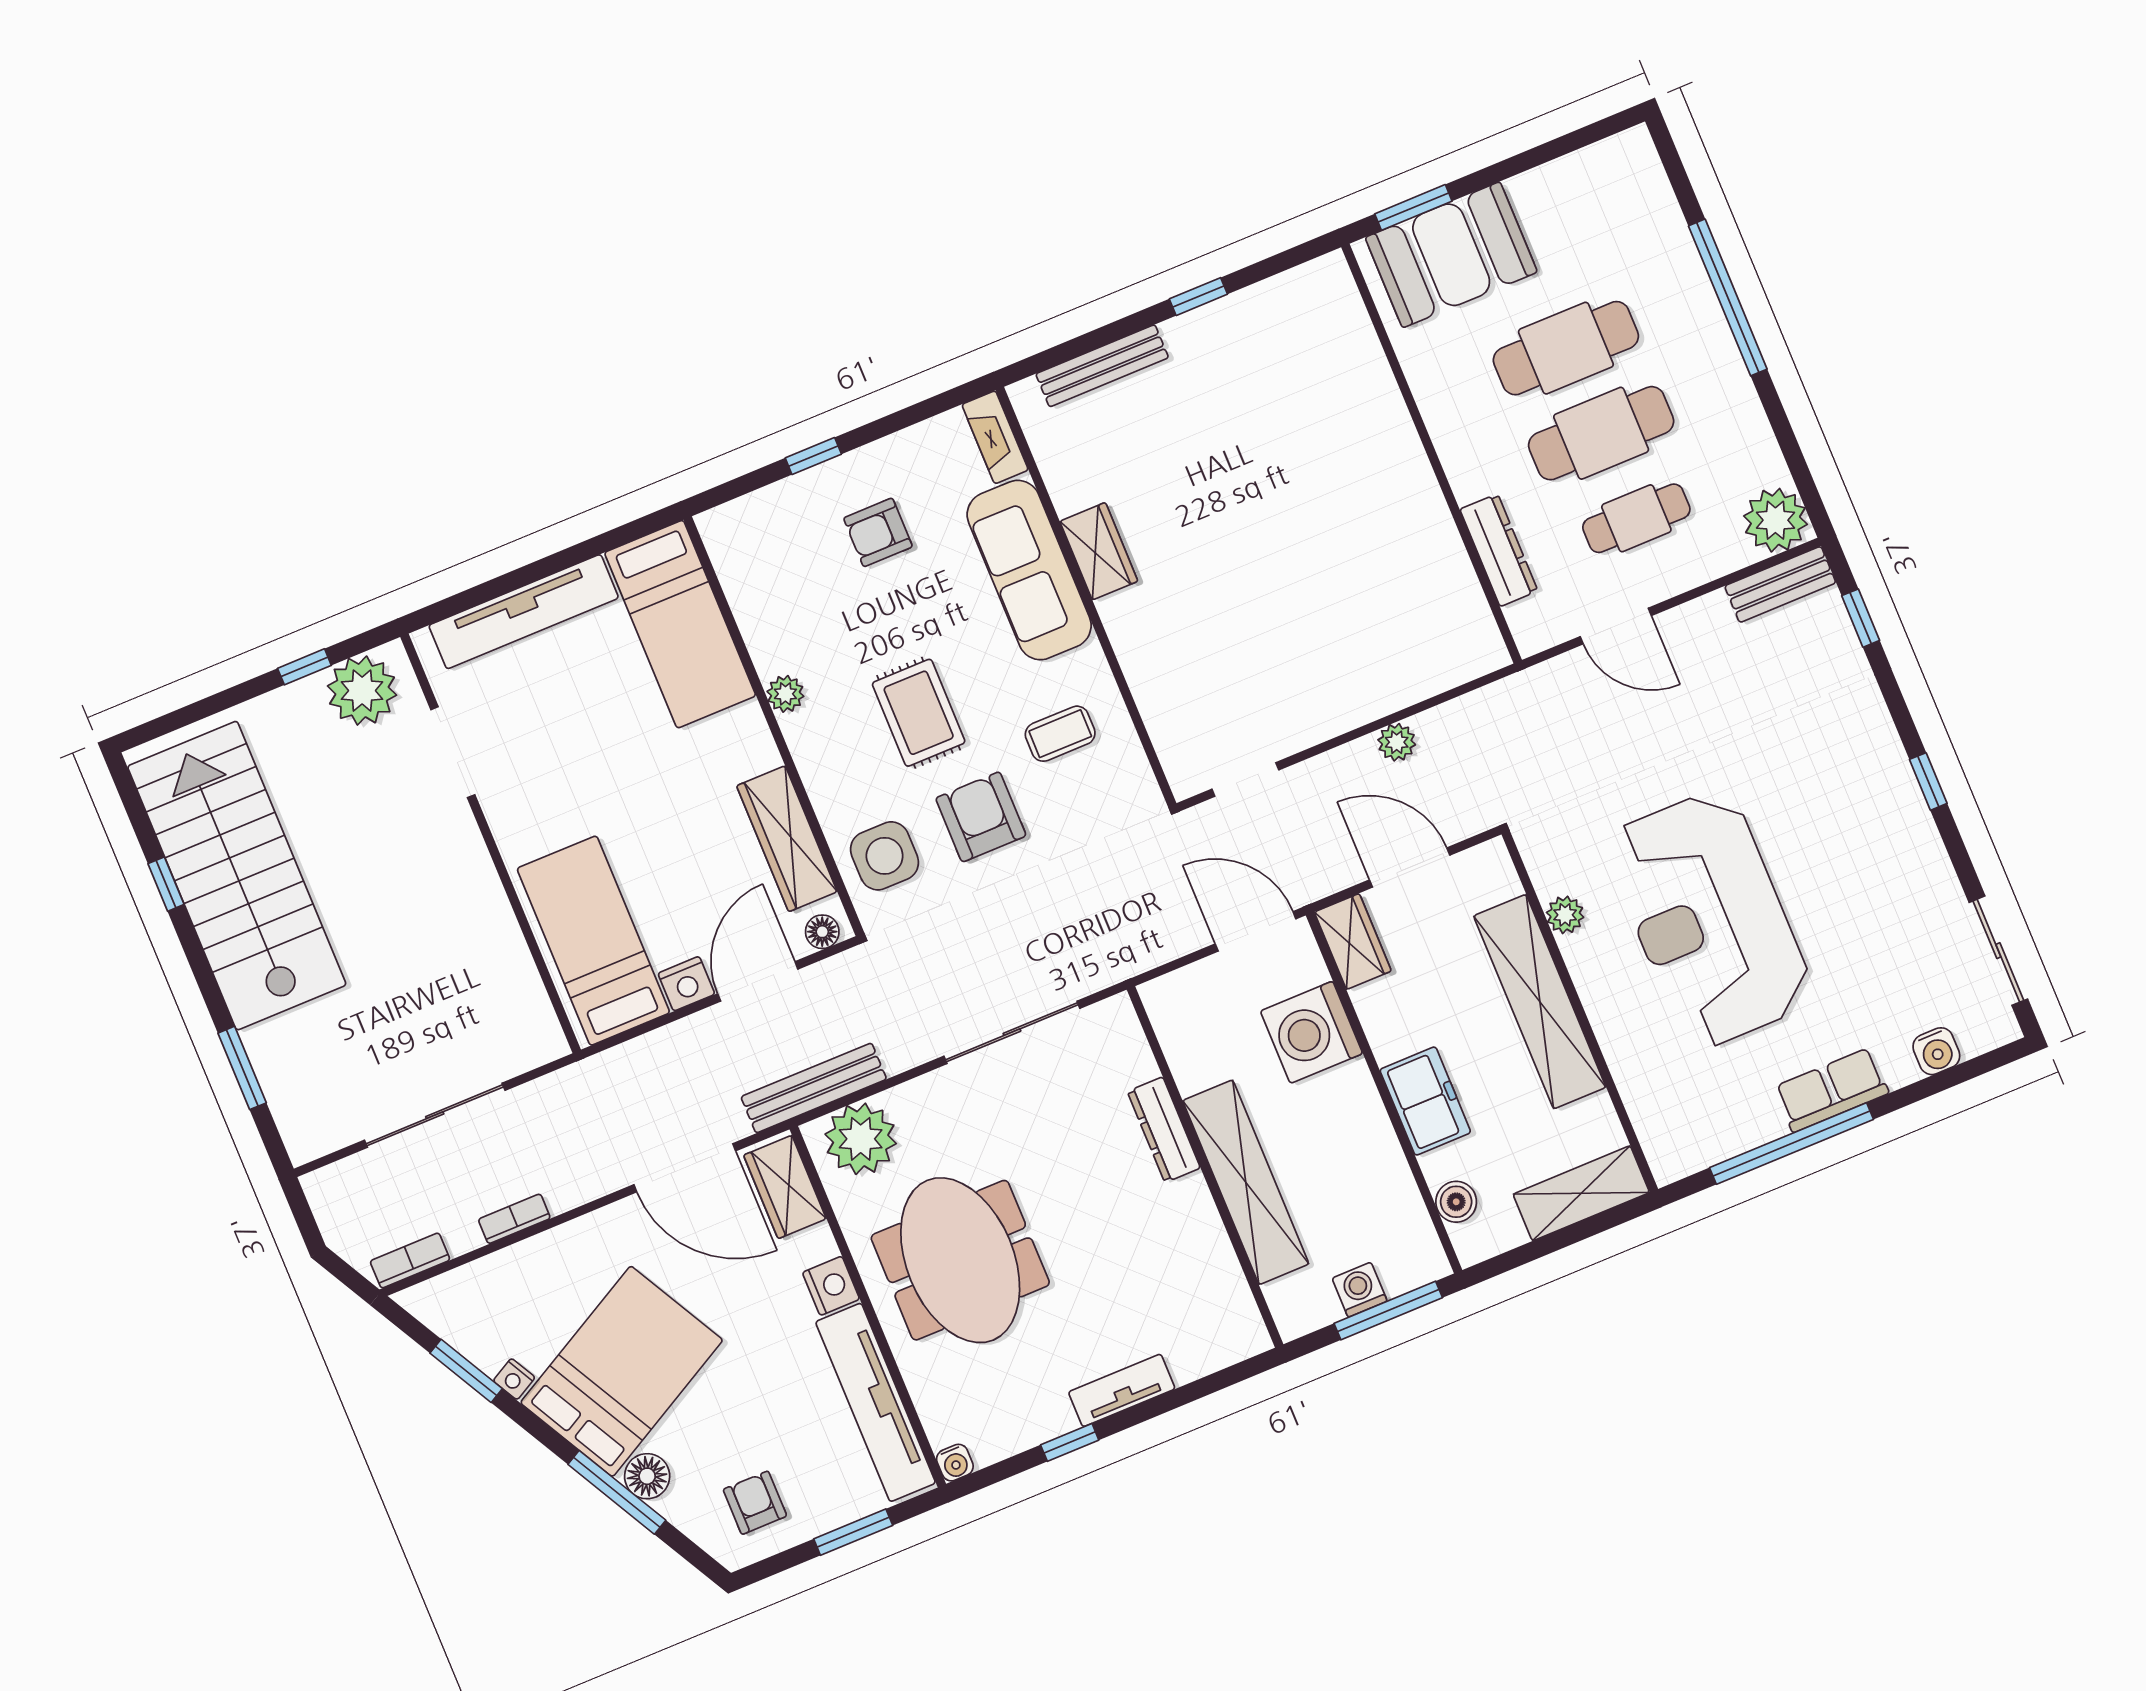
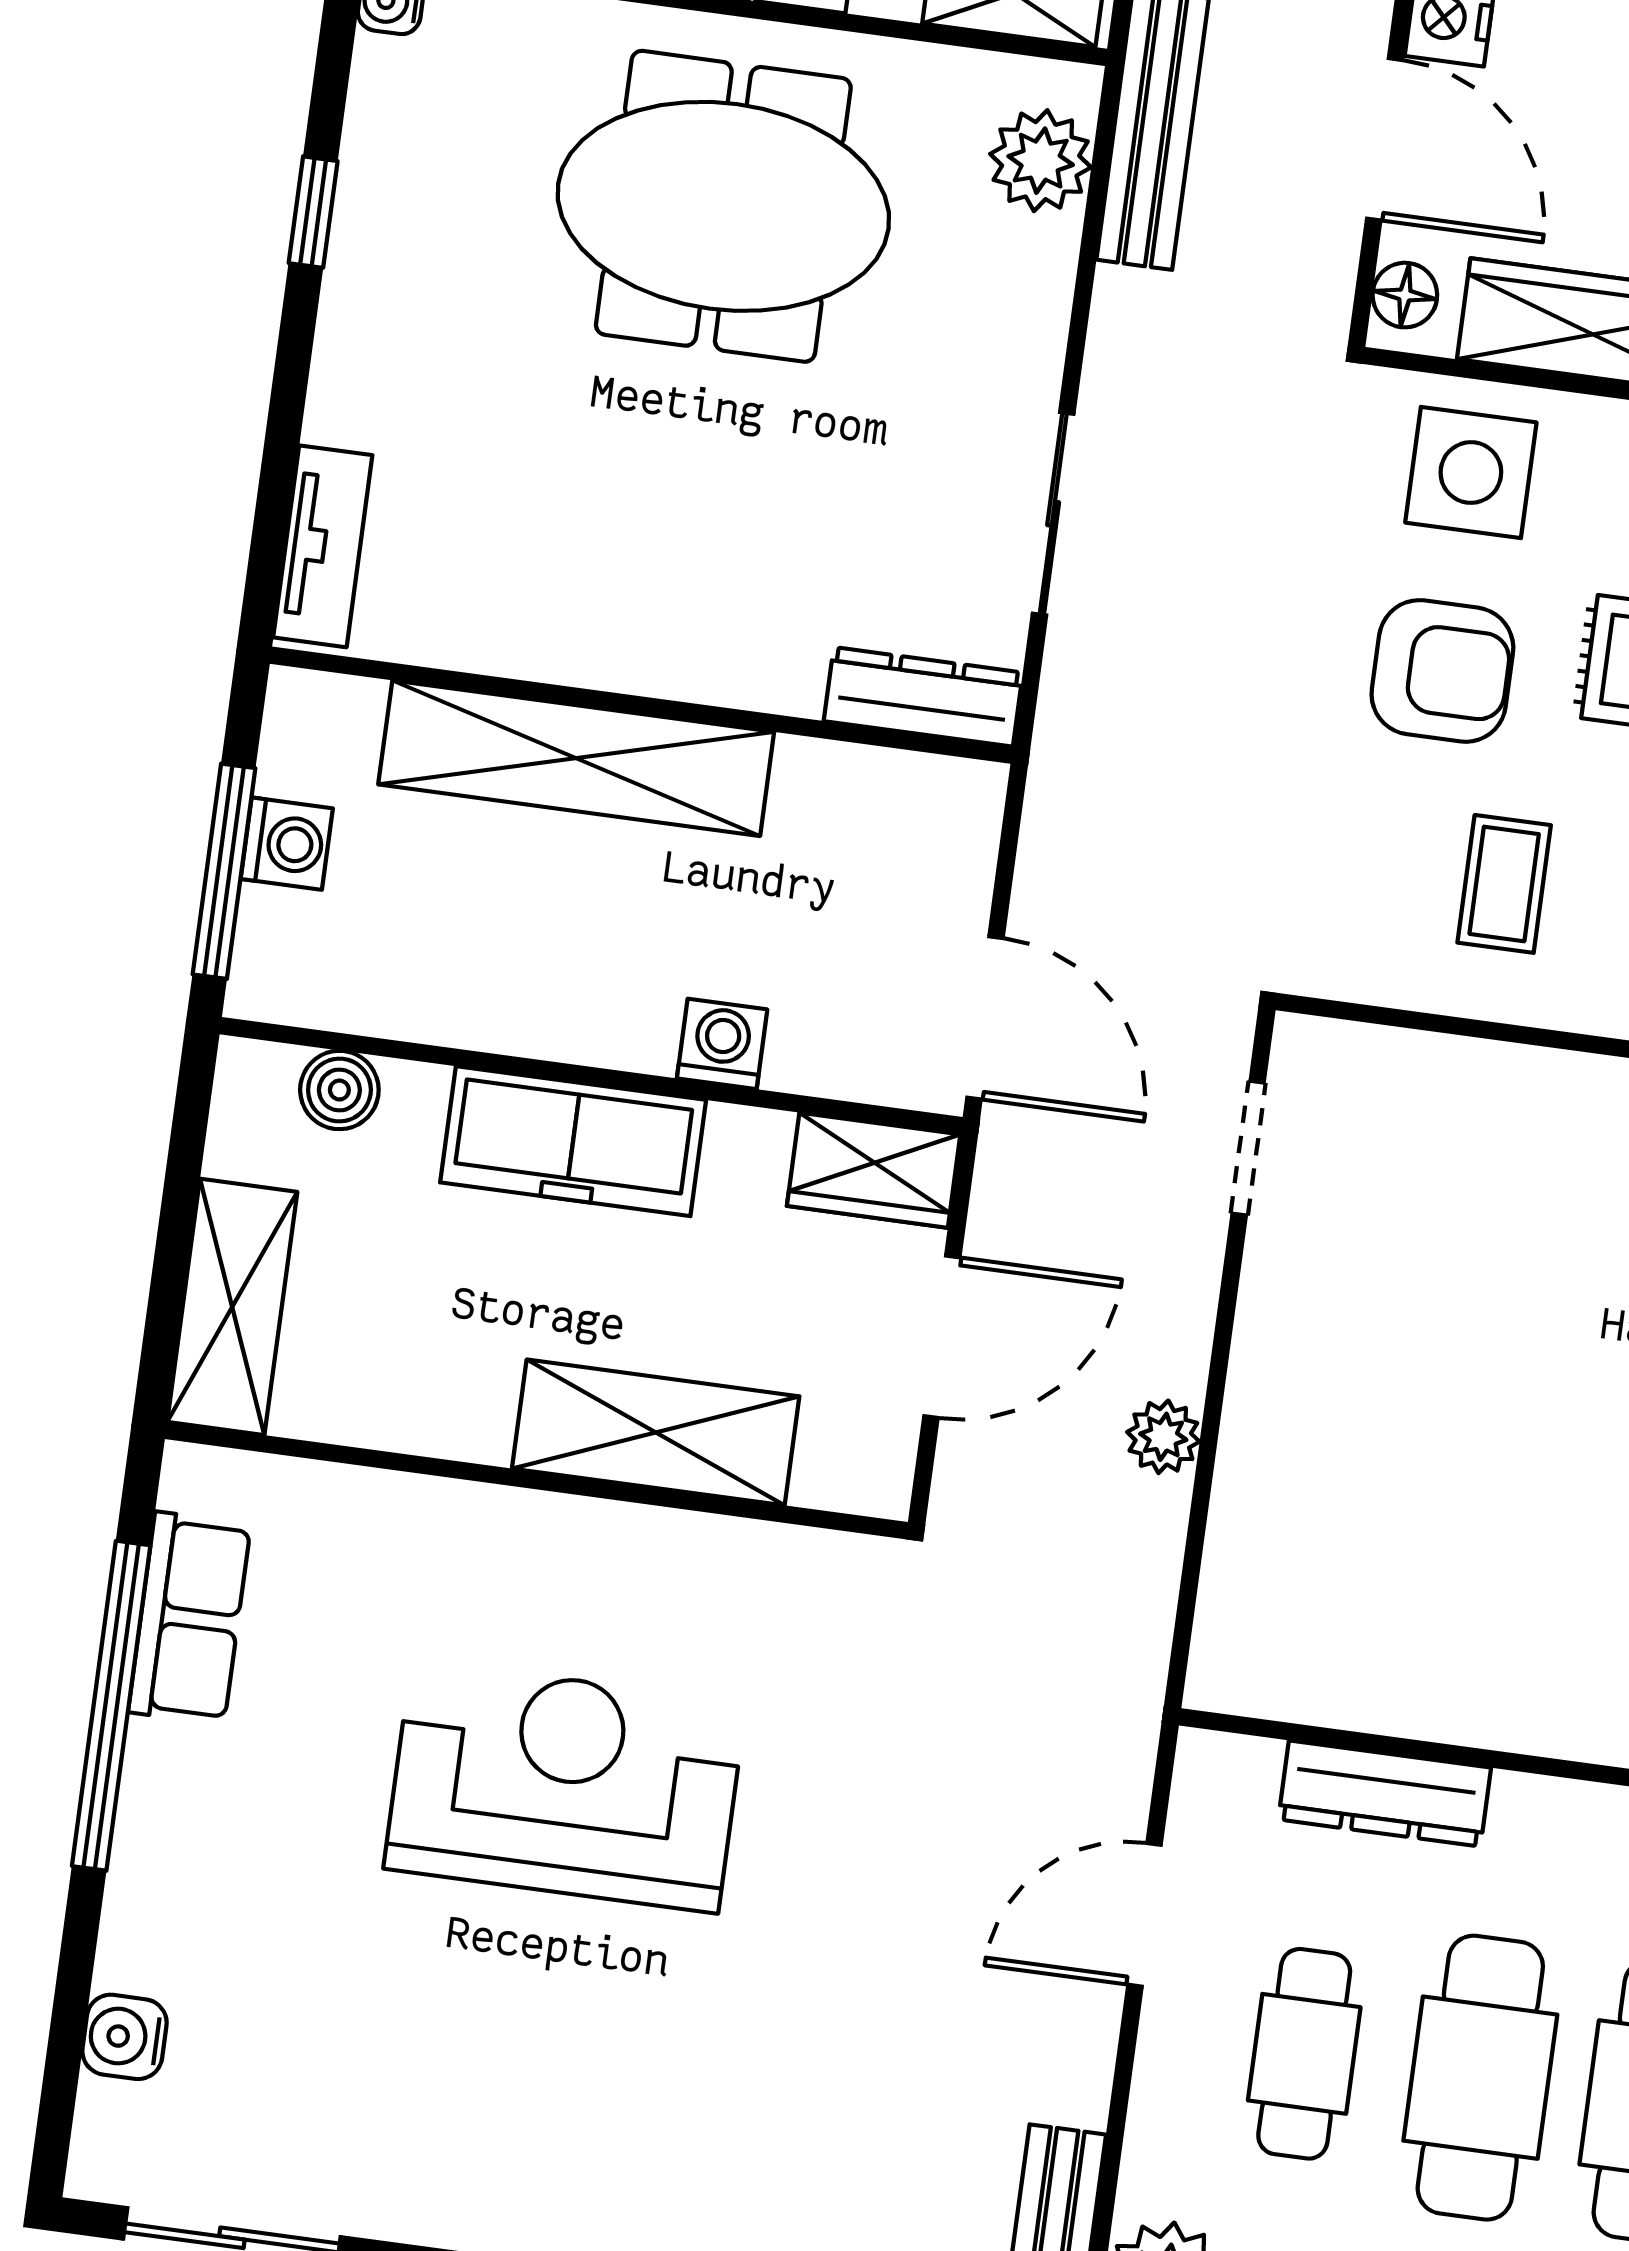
plant: (1565, 915) -> (712, 1550), removed
reception desk: (1709, 919) -> (565, 1786), width x0.74, depth x0.77
door: (1256, 931) -> (985, 1018), hinge flipped
shelving: (1540, 1002) -> (656, 1432), width x0.68
sliding door: (1012, 1032) -> (1053, 514), width x0.73
washing machine: (1312, 1032) -> (722, 1044), width x0.53, depth x0.53
row of seats: (1831, 1090) -> (190, 1618), moved
freezer: (1425, 1101) -> (573, 1141), width x1.40
dresser: (1164, 1130) -> (923, 697), moved
plant: (861, 1139) -> (1041, 161), width x0.73, depth x0.73
tv unit: (1122, 1390) -> (323, 546), moved

